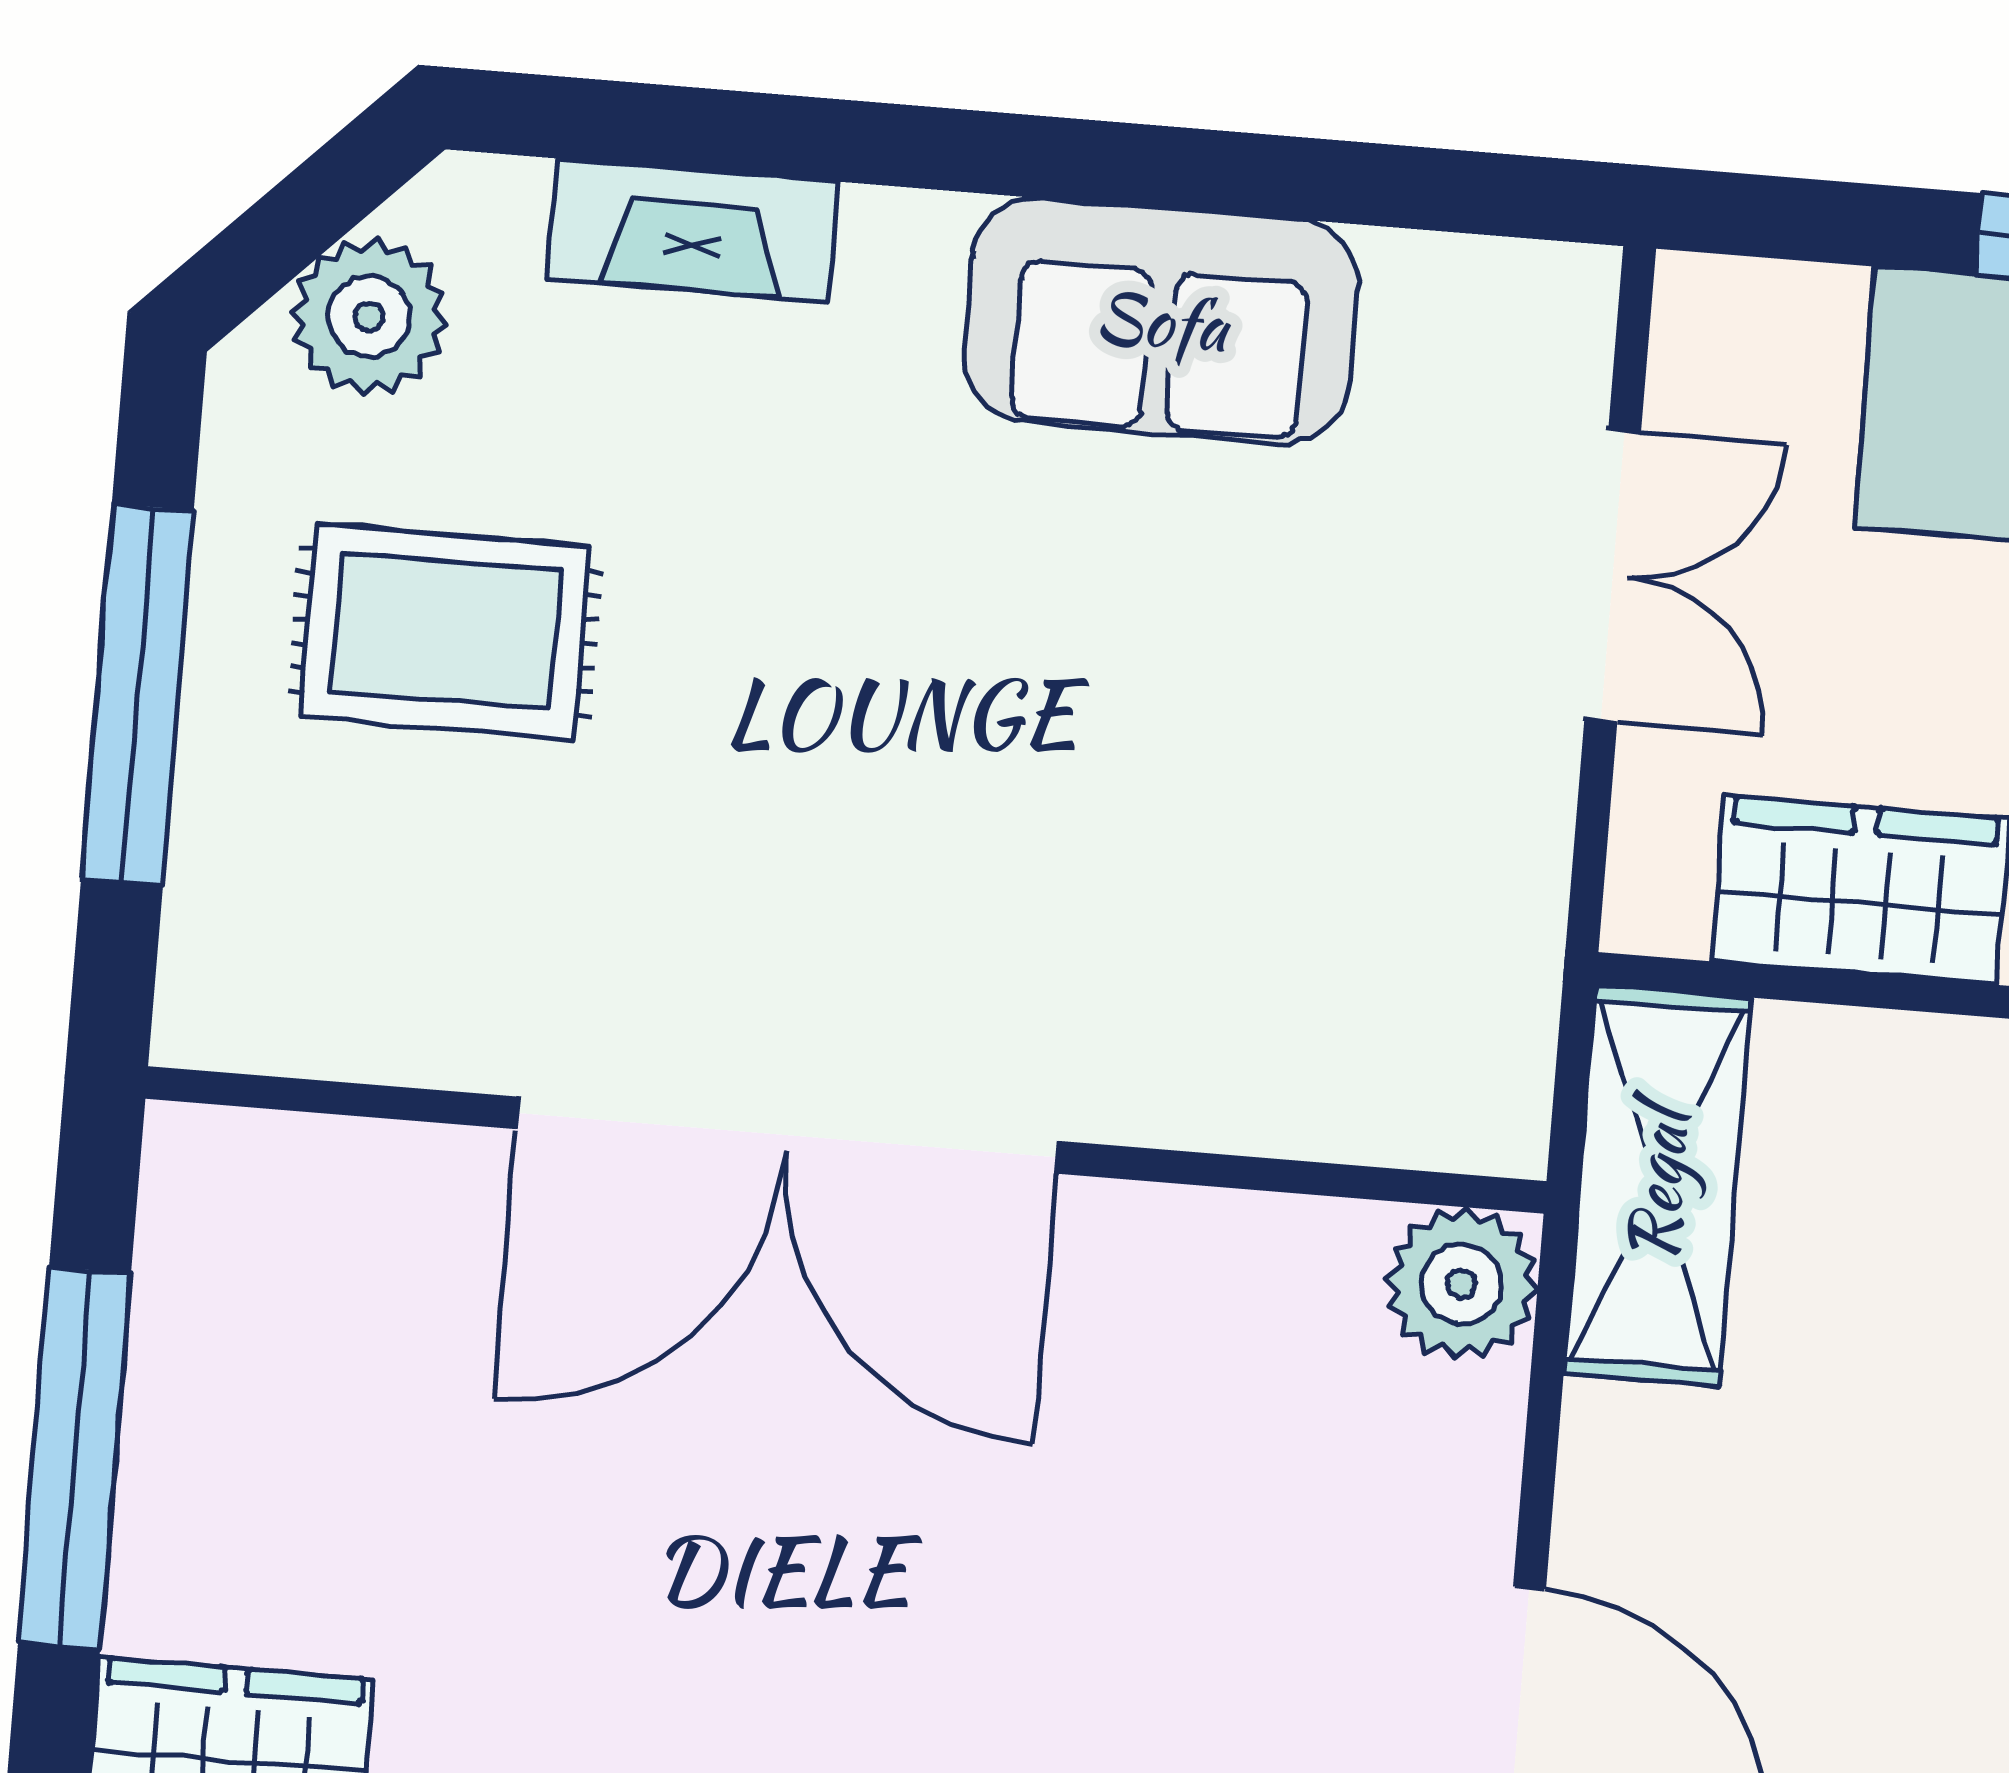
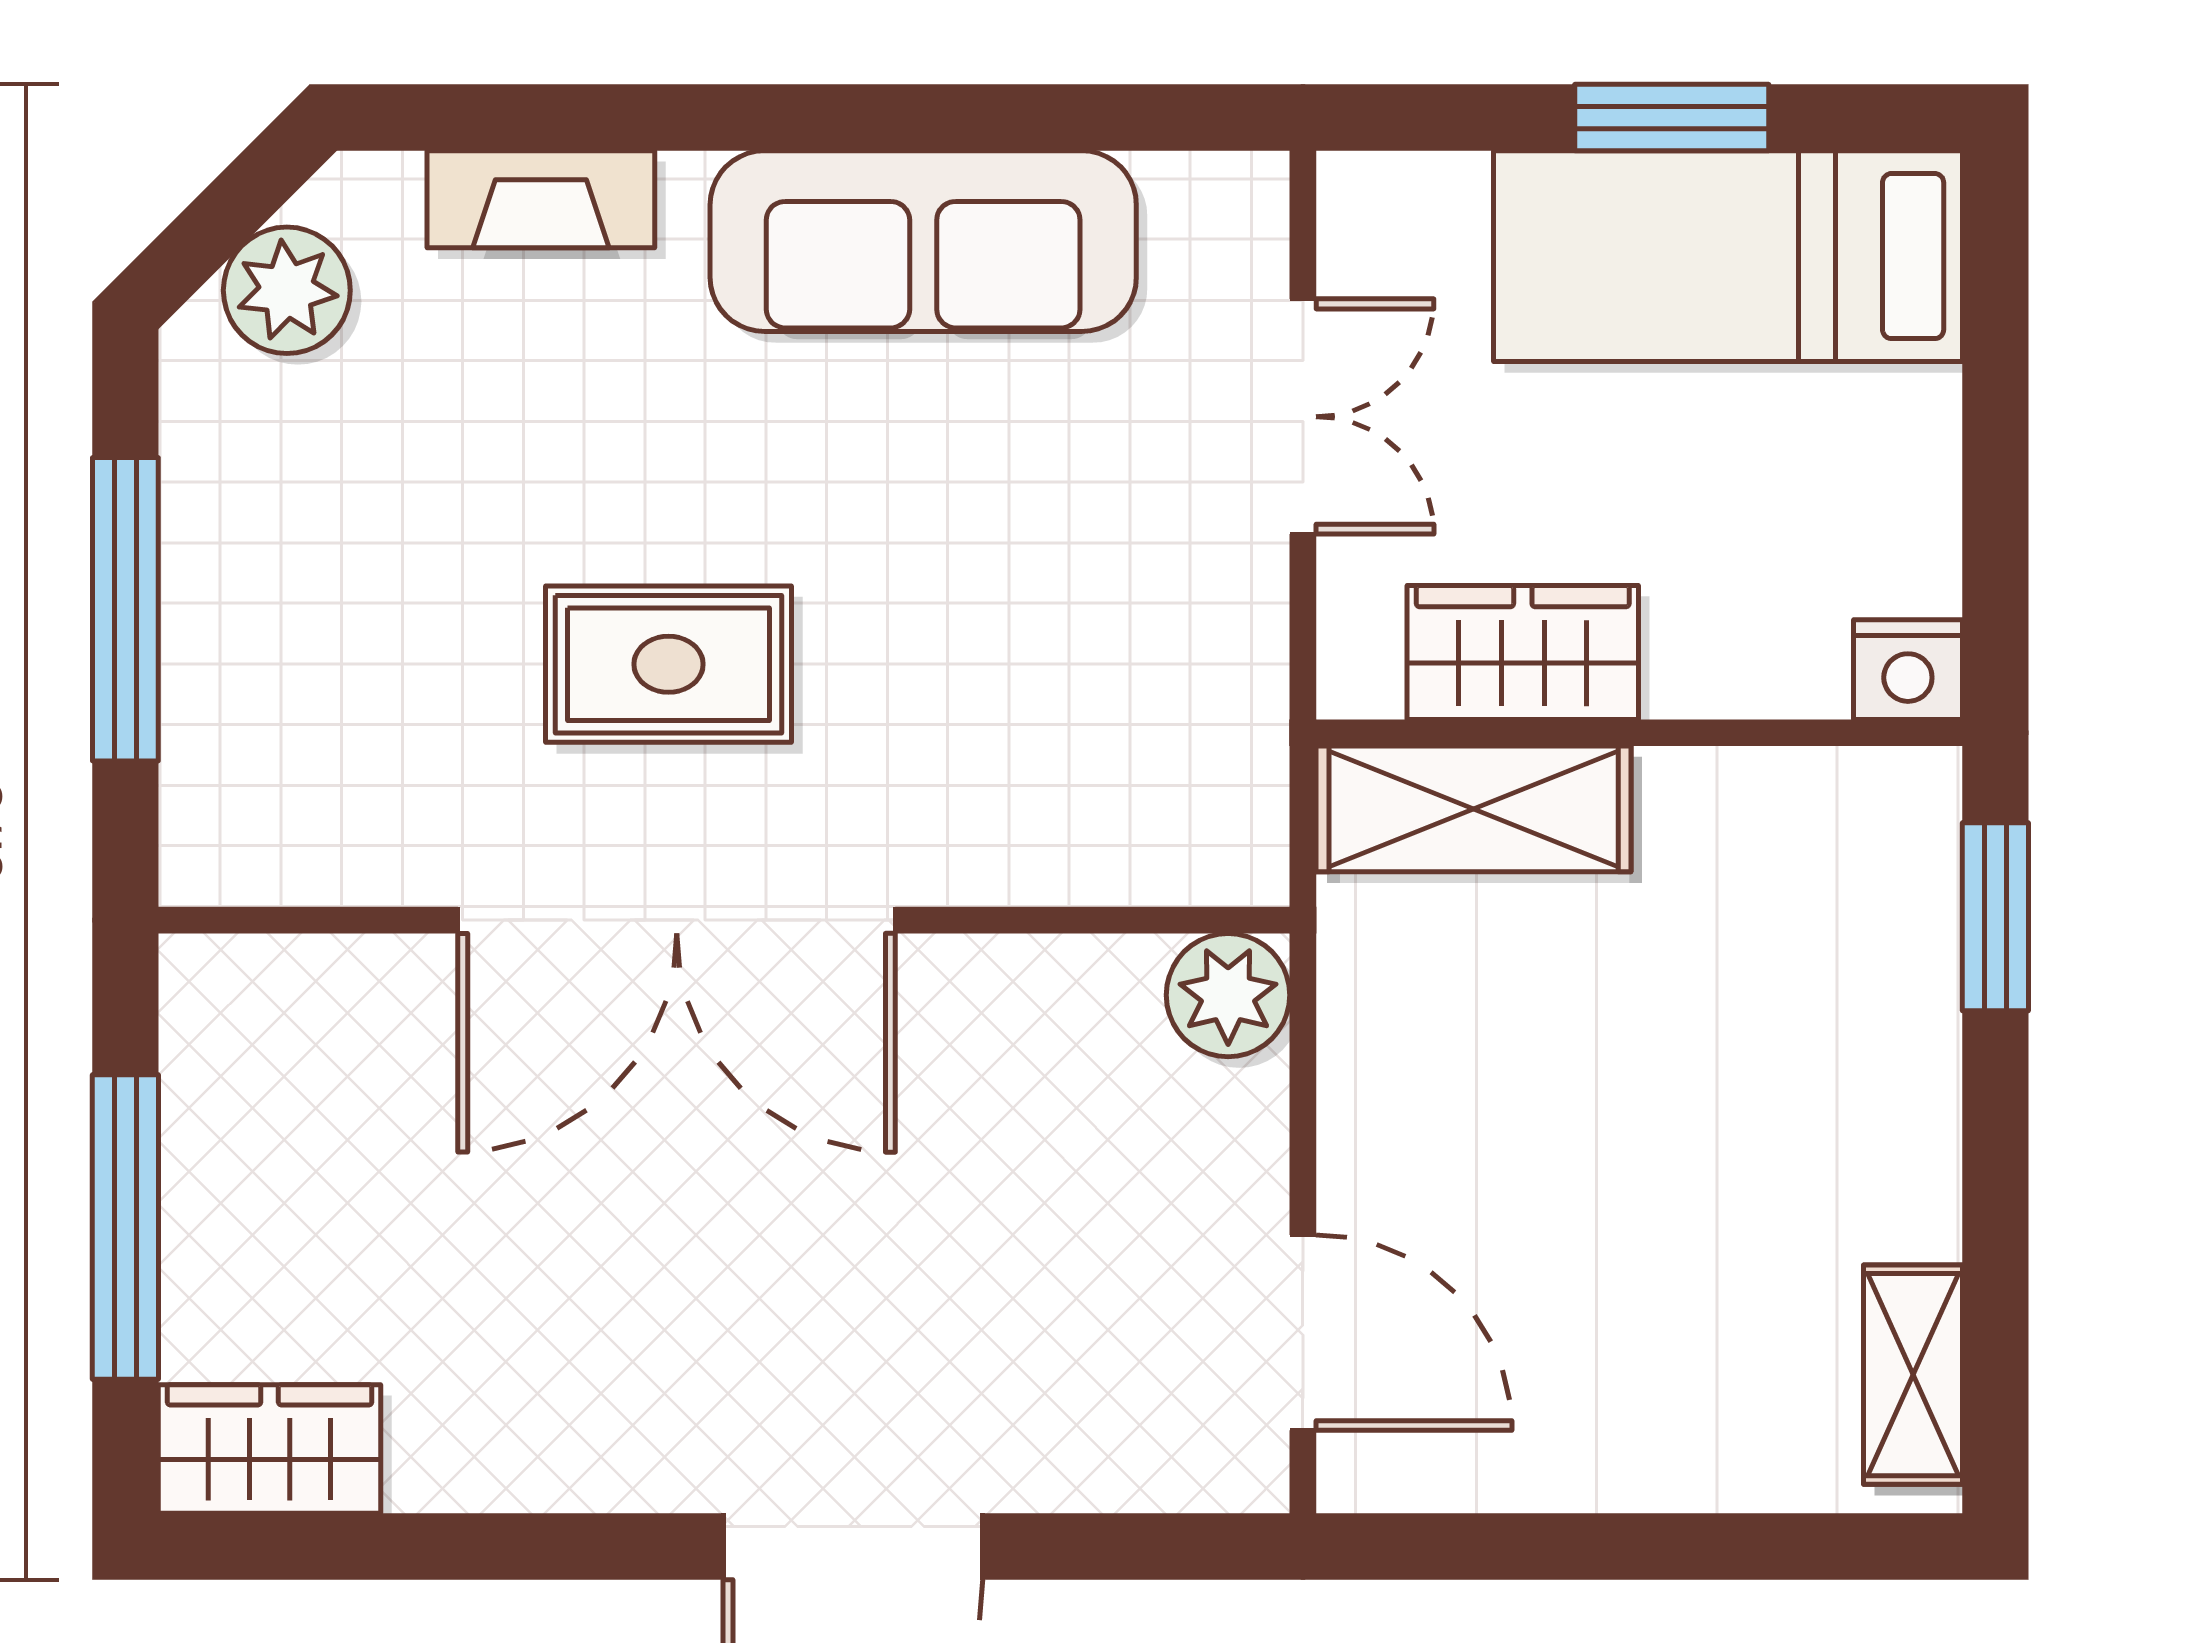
sofa: (1161, 321) -> (923, 241), width x1.36
rug: (445, 632) -> (669, 664), moved
shelving: (1657, 1186) -> (1474, 809), moved, turned 90

